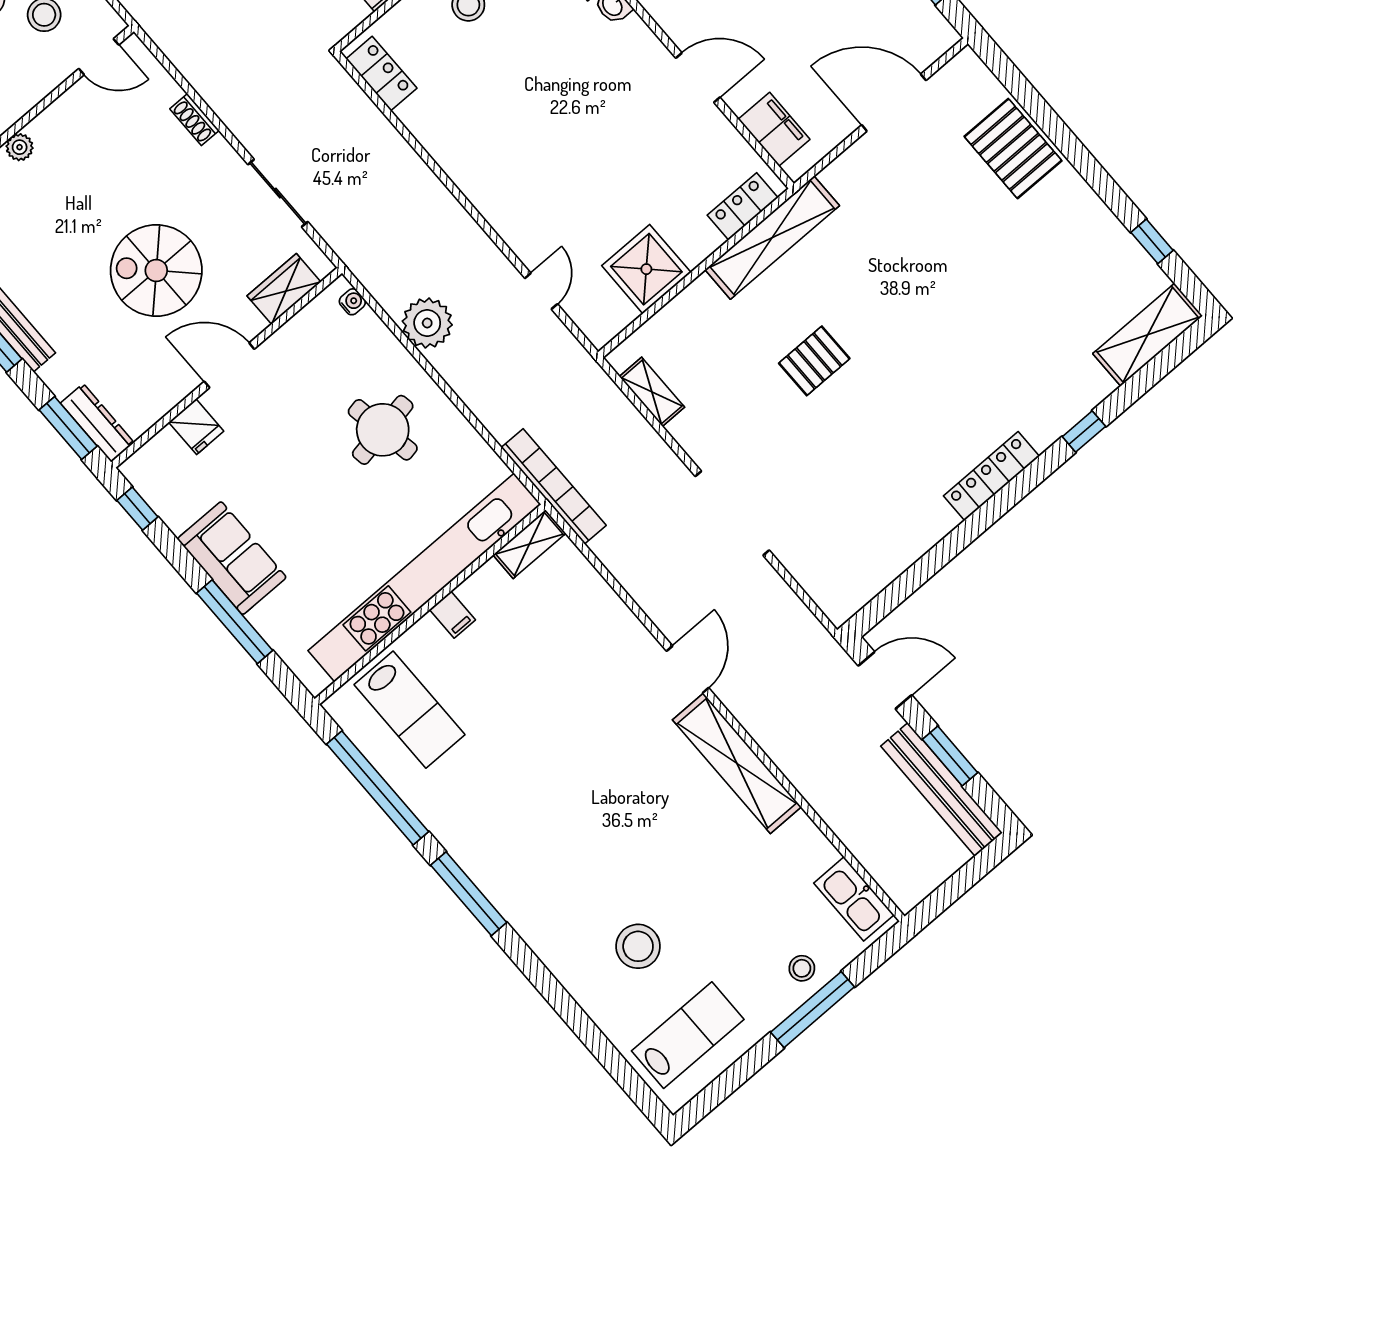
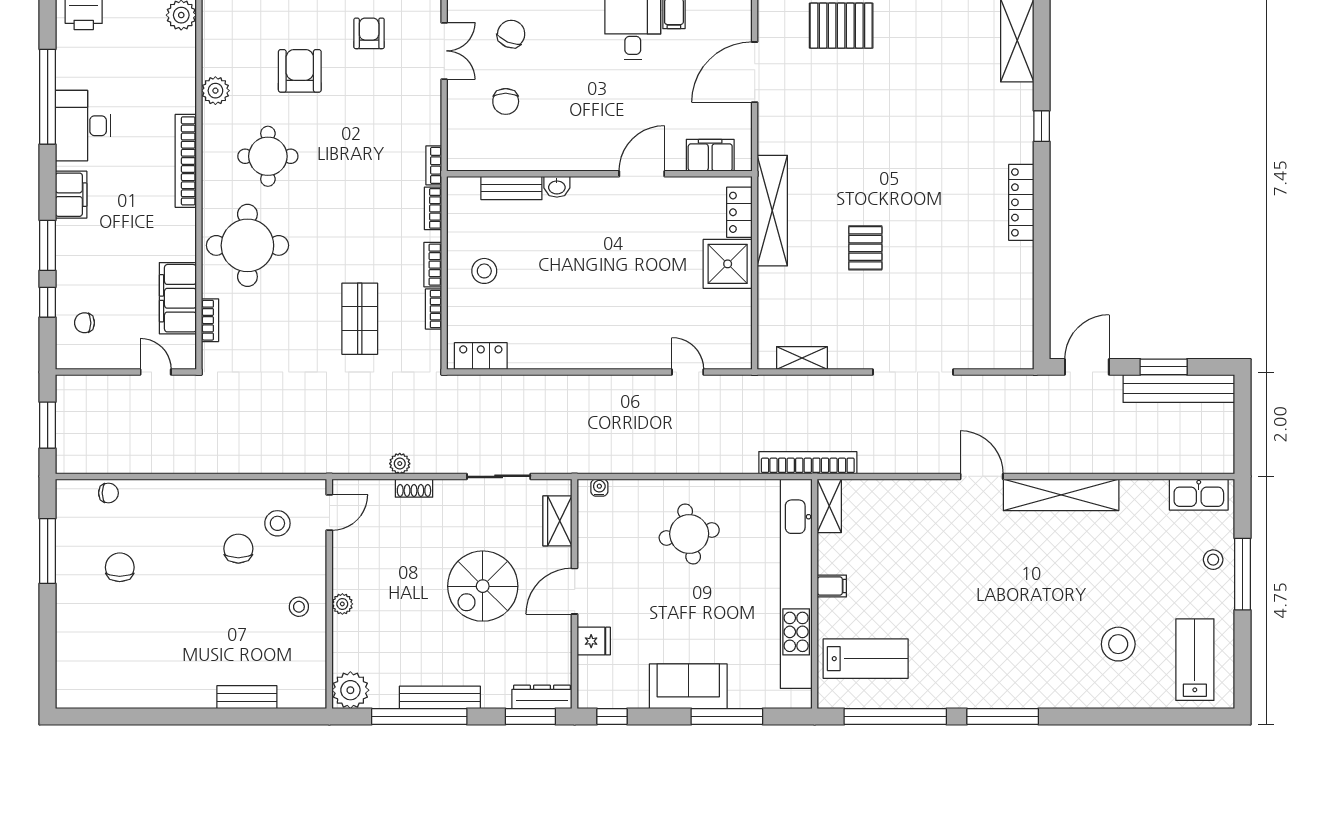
shower: (646, 269) -> (728, 264), moved
plant: (427, 323) -> (400, 464), moved, width x0.53, depth x0.53

